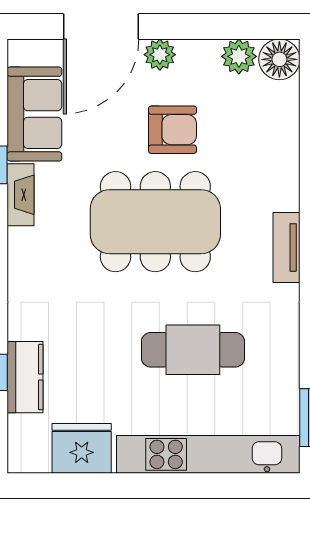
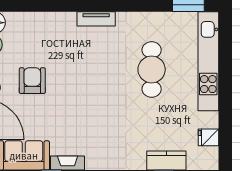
dining table: (155, 222) -> (82, 90), removed
fridge: (82, 448) -> (208, 137), width x0.53, depth x0.75

